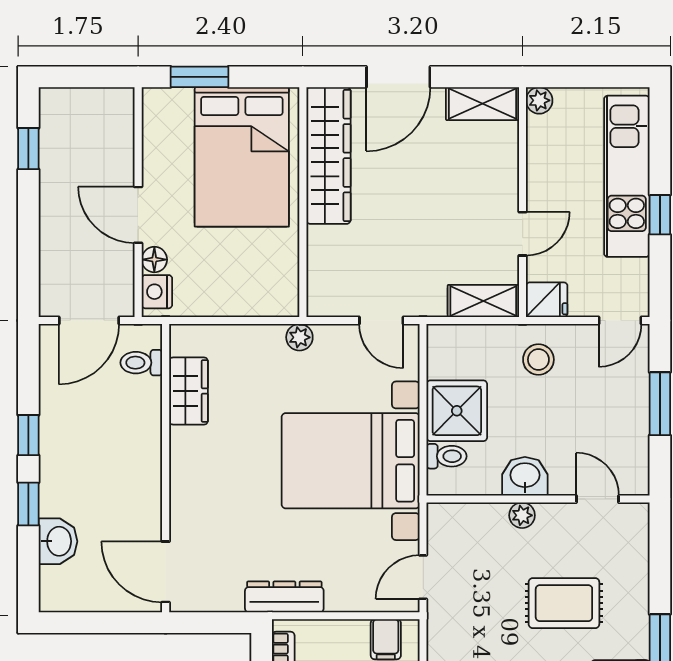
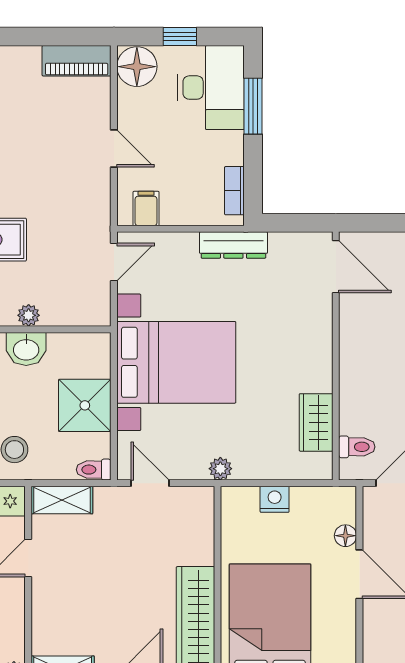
nightstand: (157, 292) -> (275, 499), moved, turned -90
toilet: (447, 456) -> (94, 470), moved

